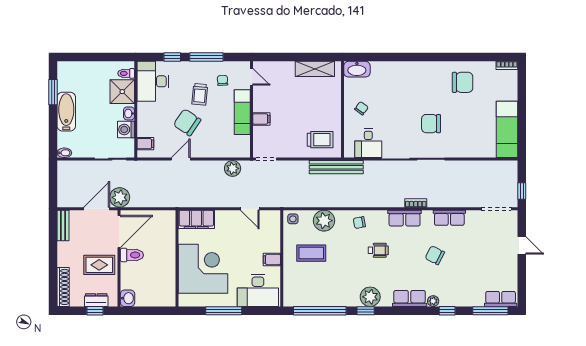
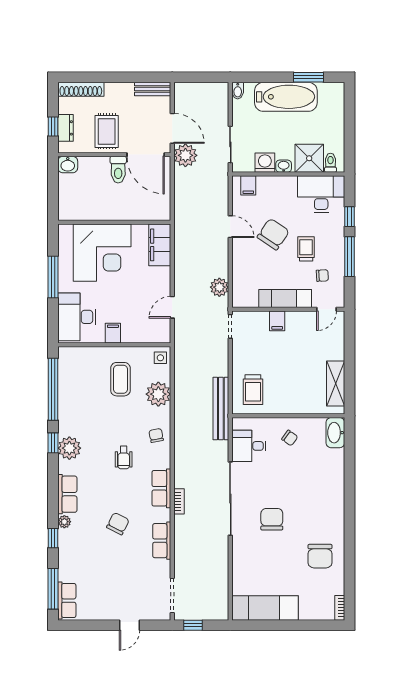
trolley: (200, 94) -> (306, 249), turned 85
bathtub: (66, 112) -> (286, 97), width x1.36, depth x1.36

